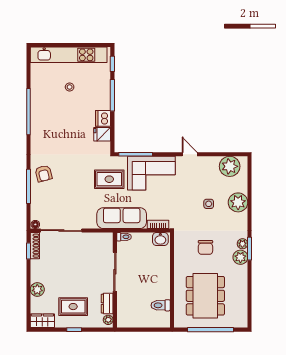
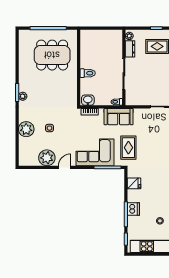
dishwasher: (103, 118) -> (133, 209), moved
door: (190, 154) -> (65, 167), swing flipped
plant: (230, 166) -> (47, 158), moved
rug: (109, 179) -> (128, 148), turned 90
sofa: (122, 218) -> (119, 117), width x0.73
chair: (205, 247) -> (52, 93), removed
plant: (240, 257) -> (24, 86), removed
dining table: (205, 296) -> (52, 55), turned 90
toilet: (161, 305) -> (88, 73), moved

